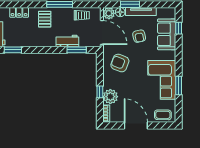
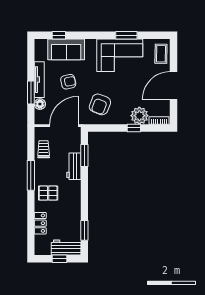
plant: (109, 13) -> (41, 117), removed

